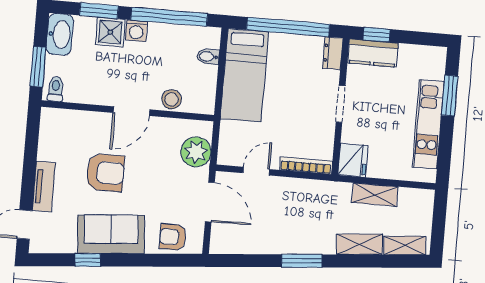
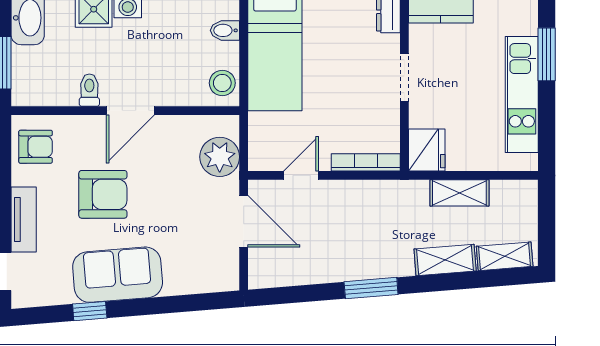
toilet: (56, 89) -> (89, 90), moved
stool: (172, 99) -> (222, 83), moved
armchair: (173, 237) -> (36, 147), moved, turned 180

